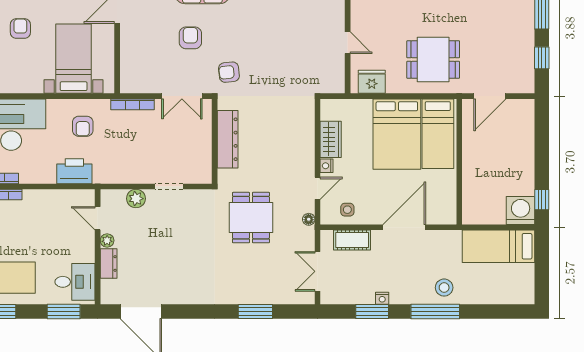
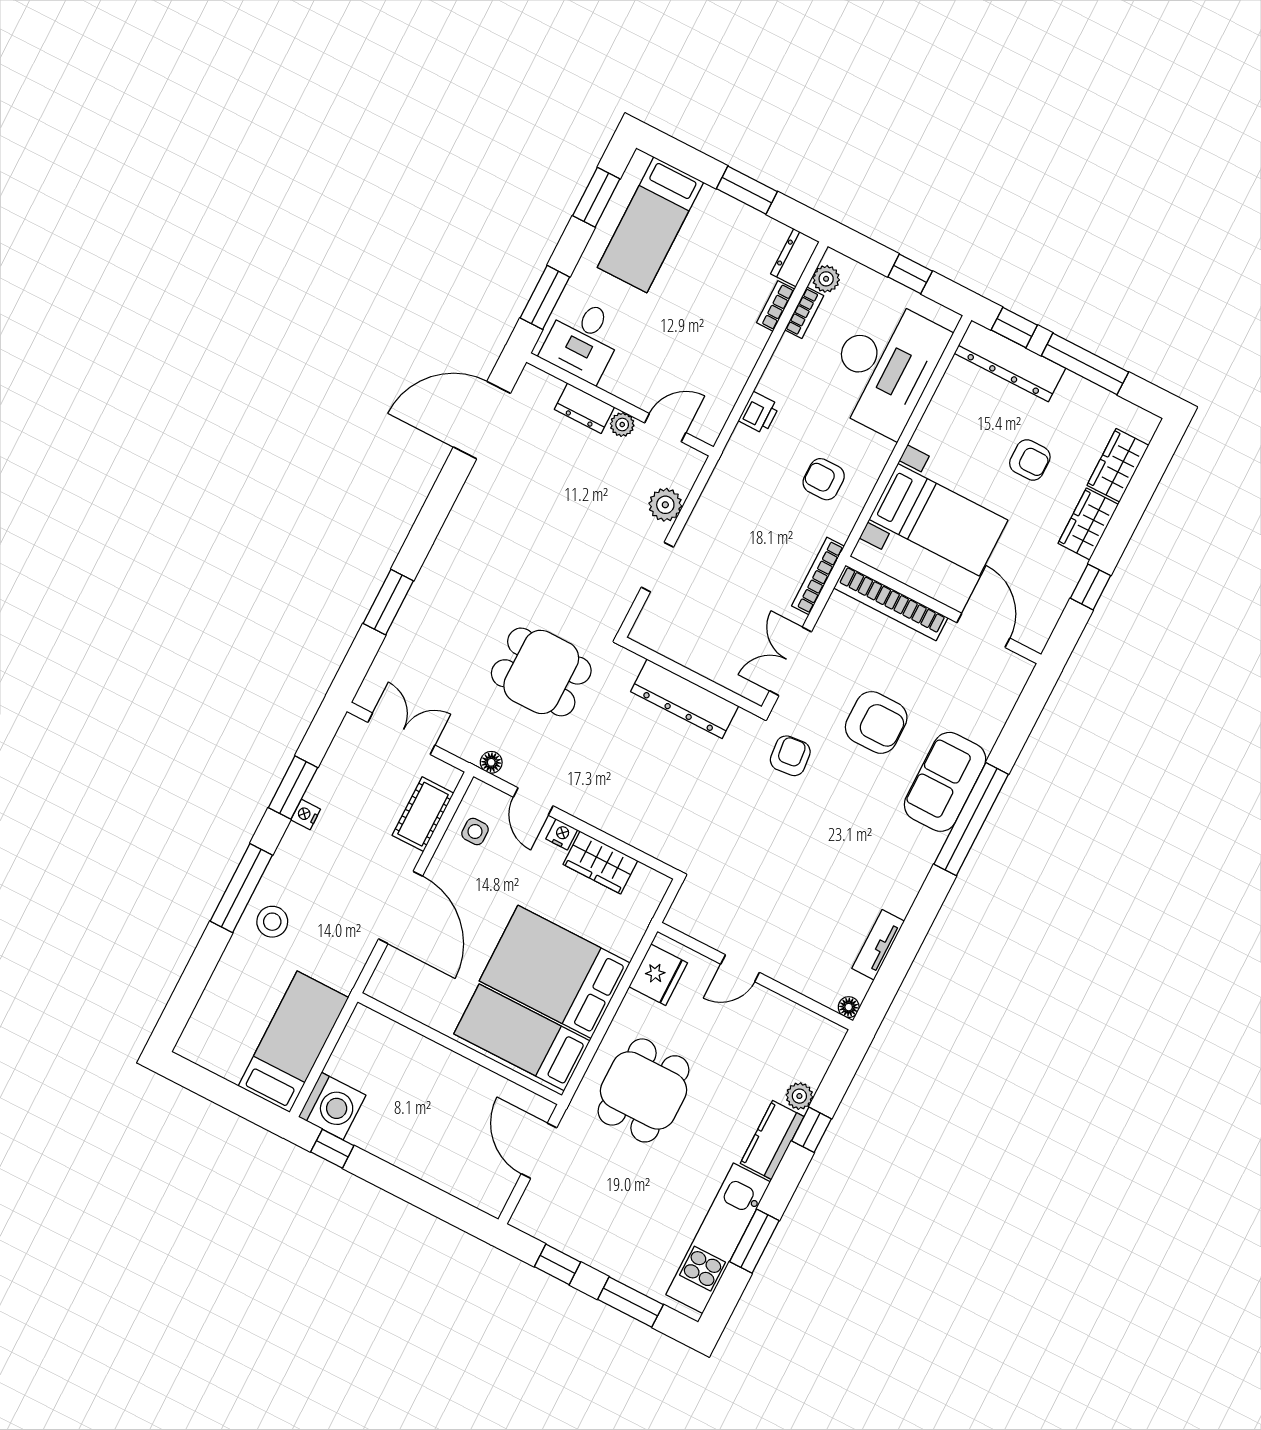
armchair: (190, 38) -> (876, 722), width x1.38, depth x1.38
bookcase: (127, 61) -> (891, 603), added
printer: (74, 171) -> (759, 413), width x0.53, depth x0.68

